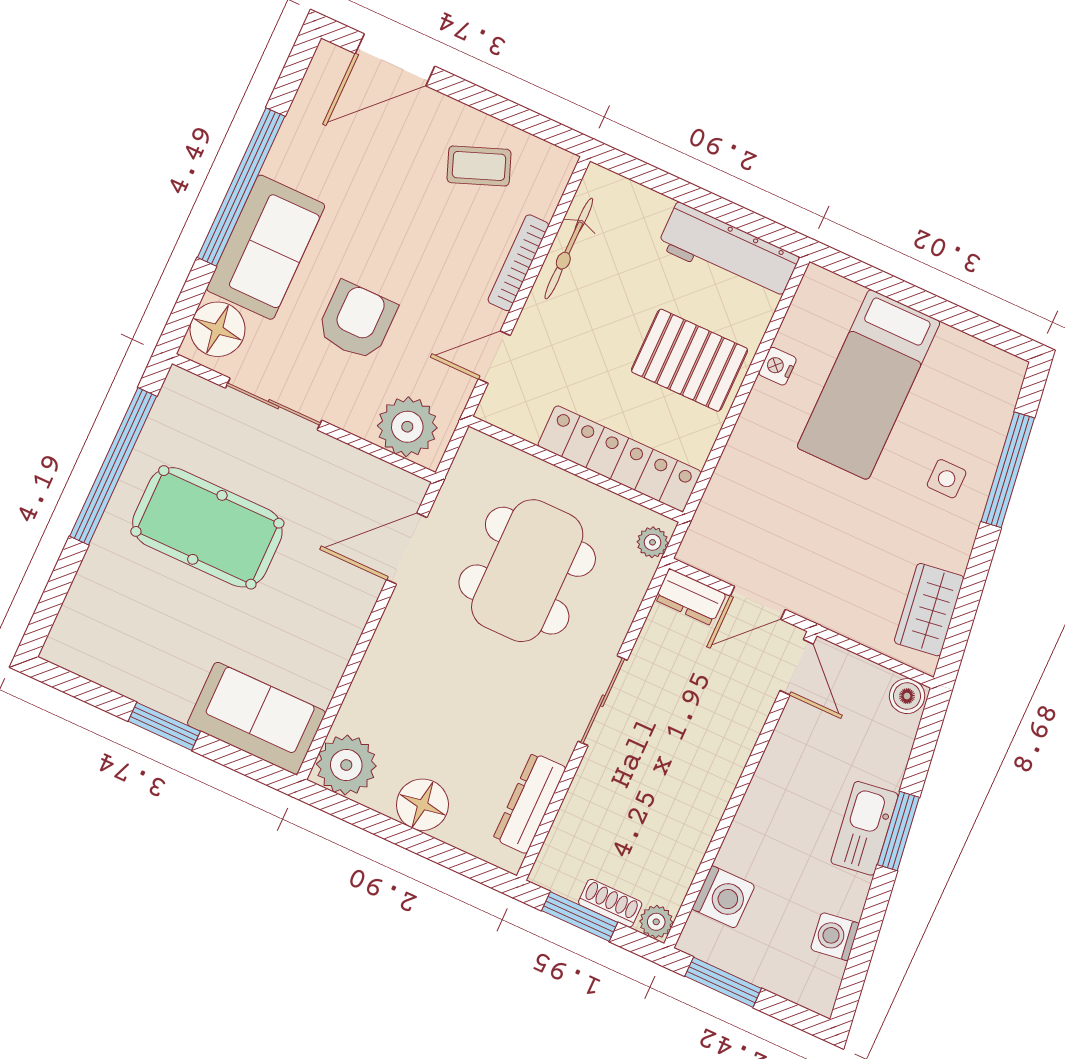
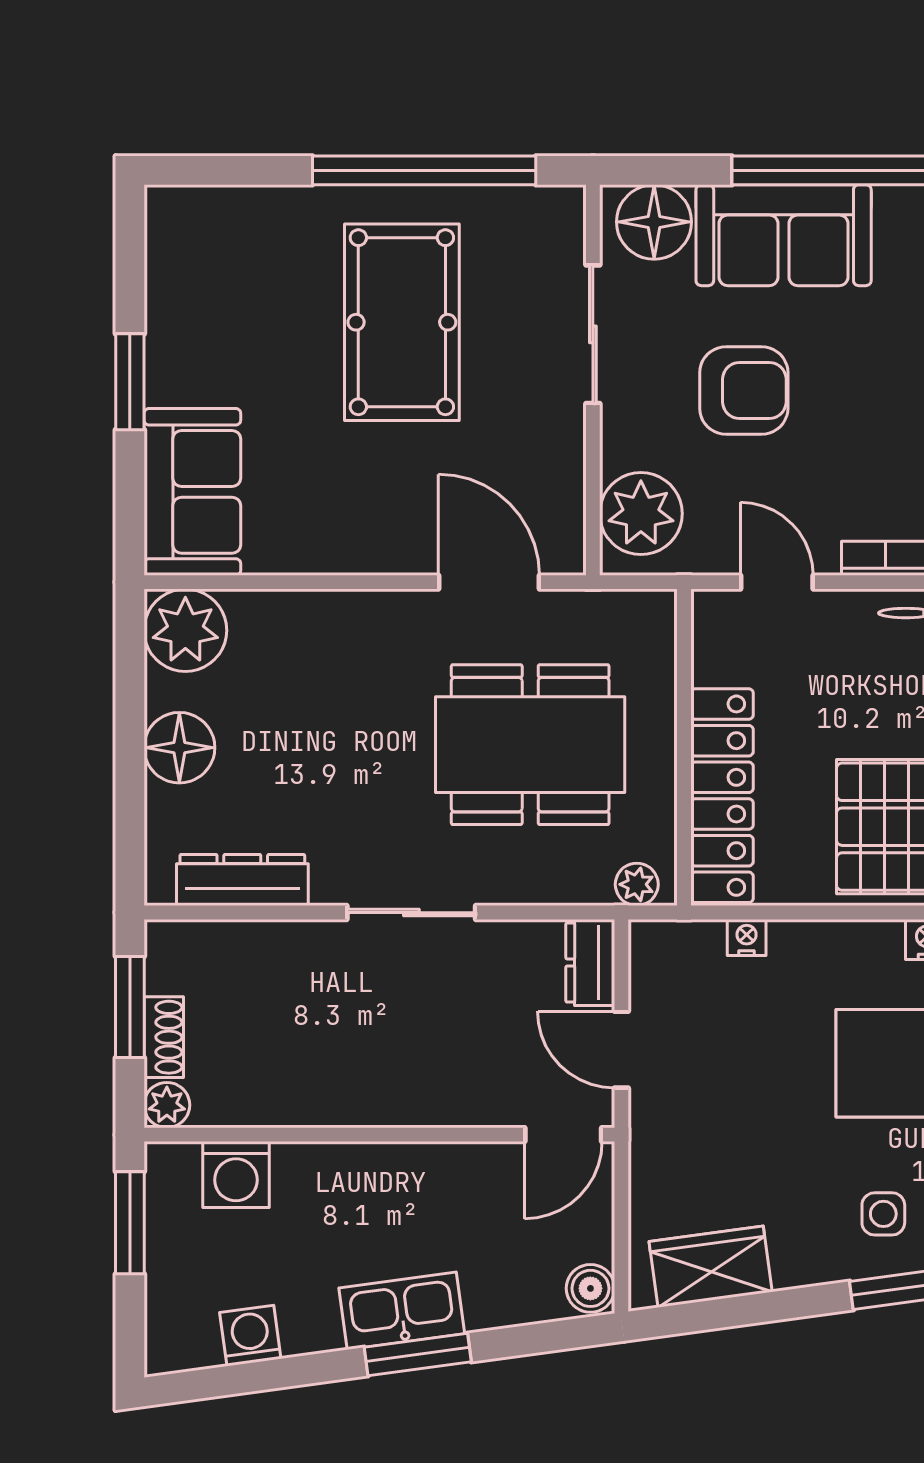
nightstand: (721, 485) -> (747, 937), added

